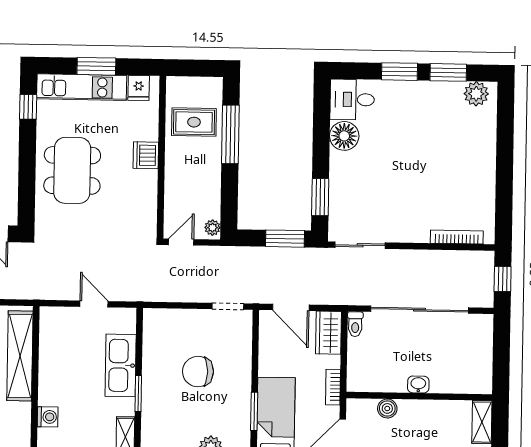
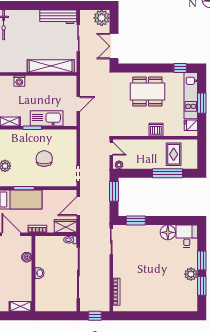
plant: (476, 94) -> (191, 274), moved
window: (285, 239) -> (114, 191), moved

